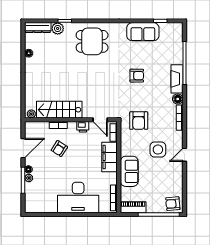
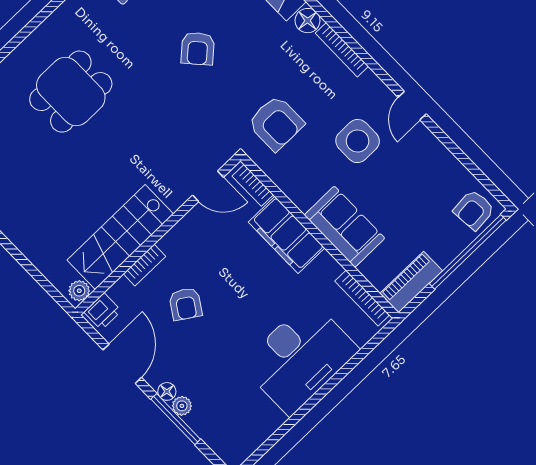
dining table: (92, 41) -> (71, 92), moved
armchair: (137, 76) -> (198, 49), turned 138
printer: (83, 127) -> (103, 311), moved

